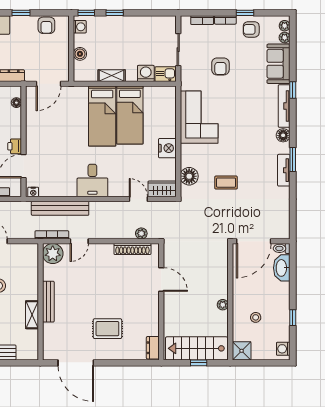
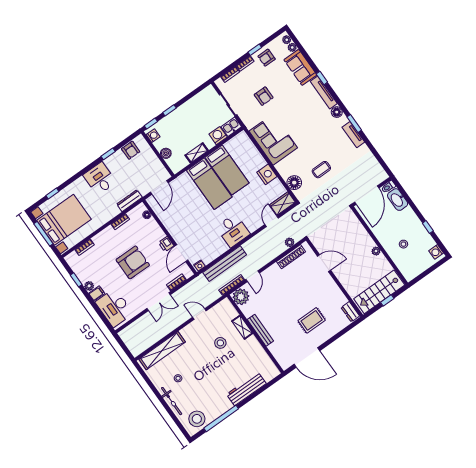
door: (138, 199) -> (272, 221), hinge flipped
shelving: (32, 315) -> (242, 327), moved
shower: (242, 351) -> (410, 272), removed

